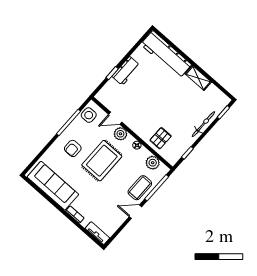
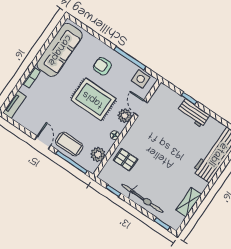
shelving: (198, 78) -> (189, 202), moved
bicycle: (203, 124) -> (142, 198), width x1.37, depth x1.40

